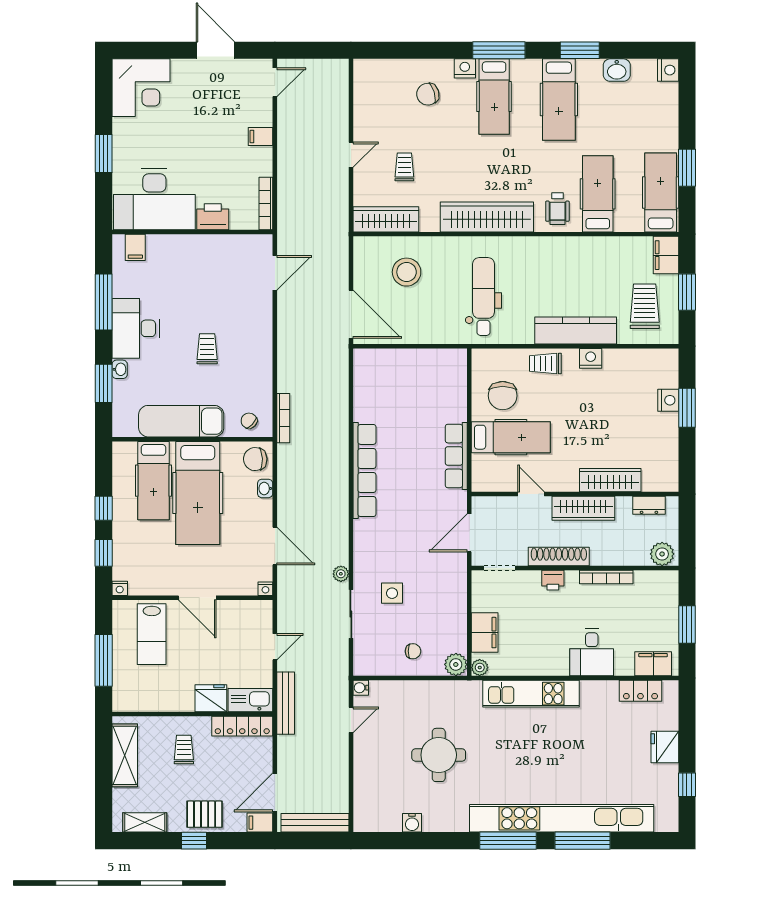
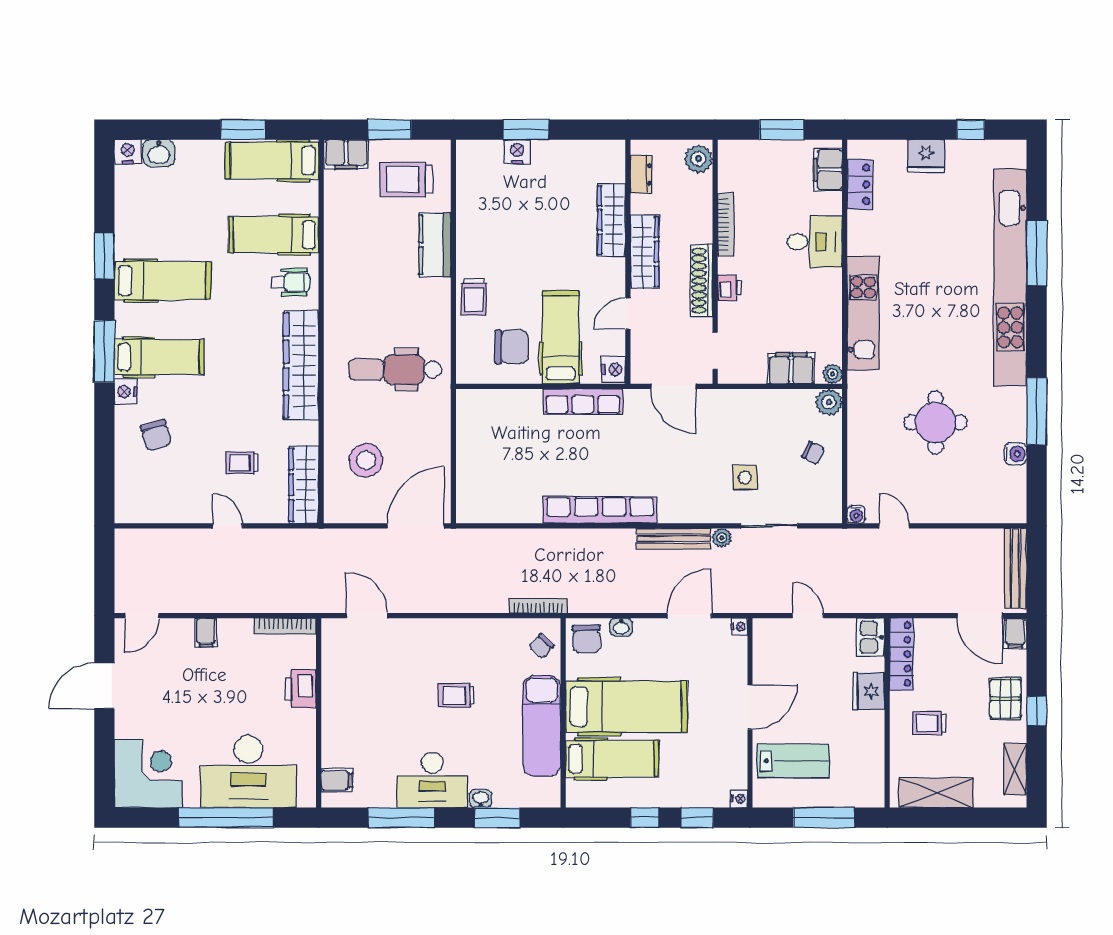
washbasin: (617, 70) -> (159, 153), moved, turned 90
door: (275, 82) -> (142, 616), swing flipped
window: (104, 153) -> (226, 818), width x2.11
desk: (154, 199) -> (248, 772), moved, turned 90
kitchen counter: (576, 330) -> (435, 245), width x0.67
nightstand: (591, 358) -> (614, 370), moved, turned 180
chair: (413, 651) -> (813, 453), turned 117
kitchen sink: (250, 700) -> (871, 637), width x0.73
bench: (286, 703) -> (674, 539), moved
window: (508, 841) -> (1037, 411), moved

